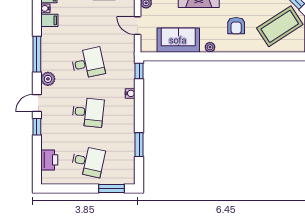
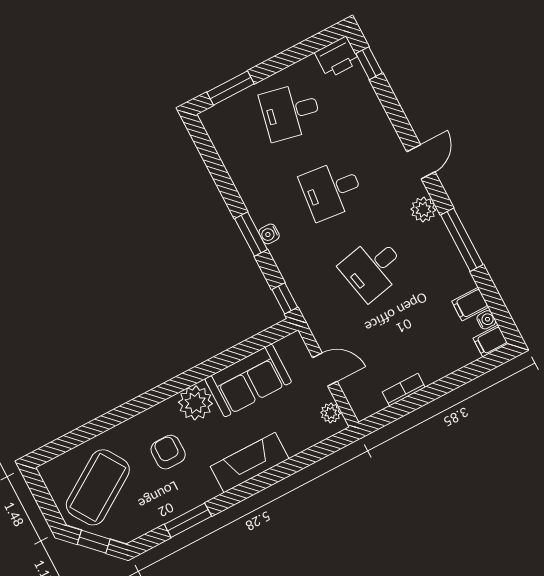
plant: (210, 47) -> (195, 403), width x1.87, depth x1.87
water cooler: (130, 93) -> (269, 234), moved
window: (37, 127) -> (369, 63), moved
window: (139, 145) -> (251, 234), moved
printer: (49, 160) -> (337, 57), moved, turned -90

